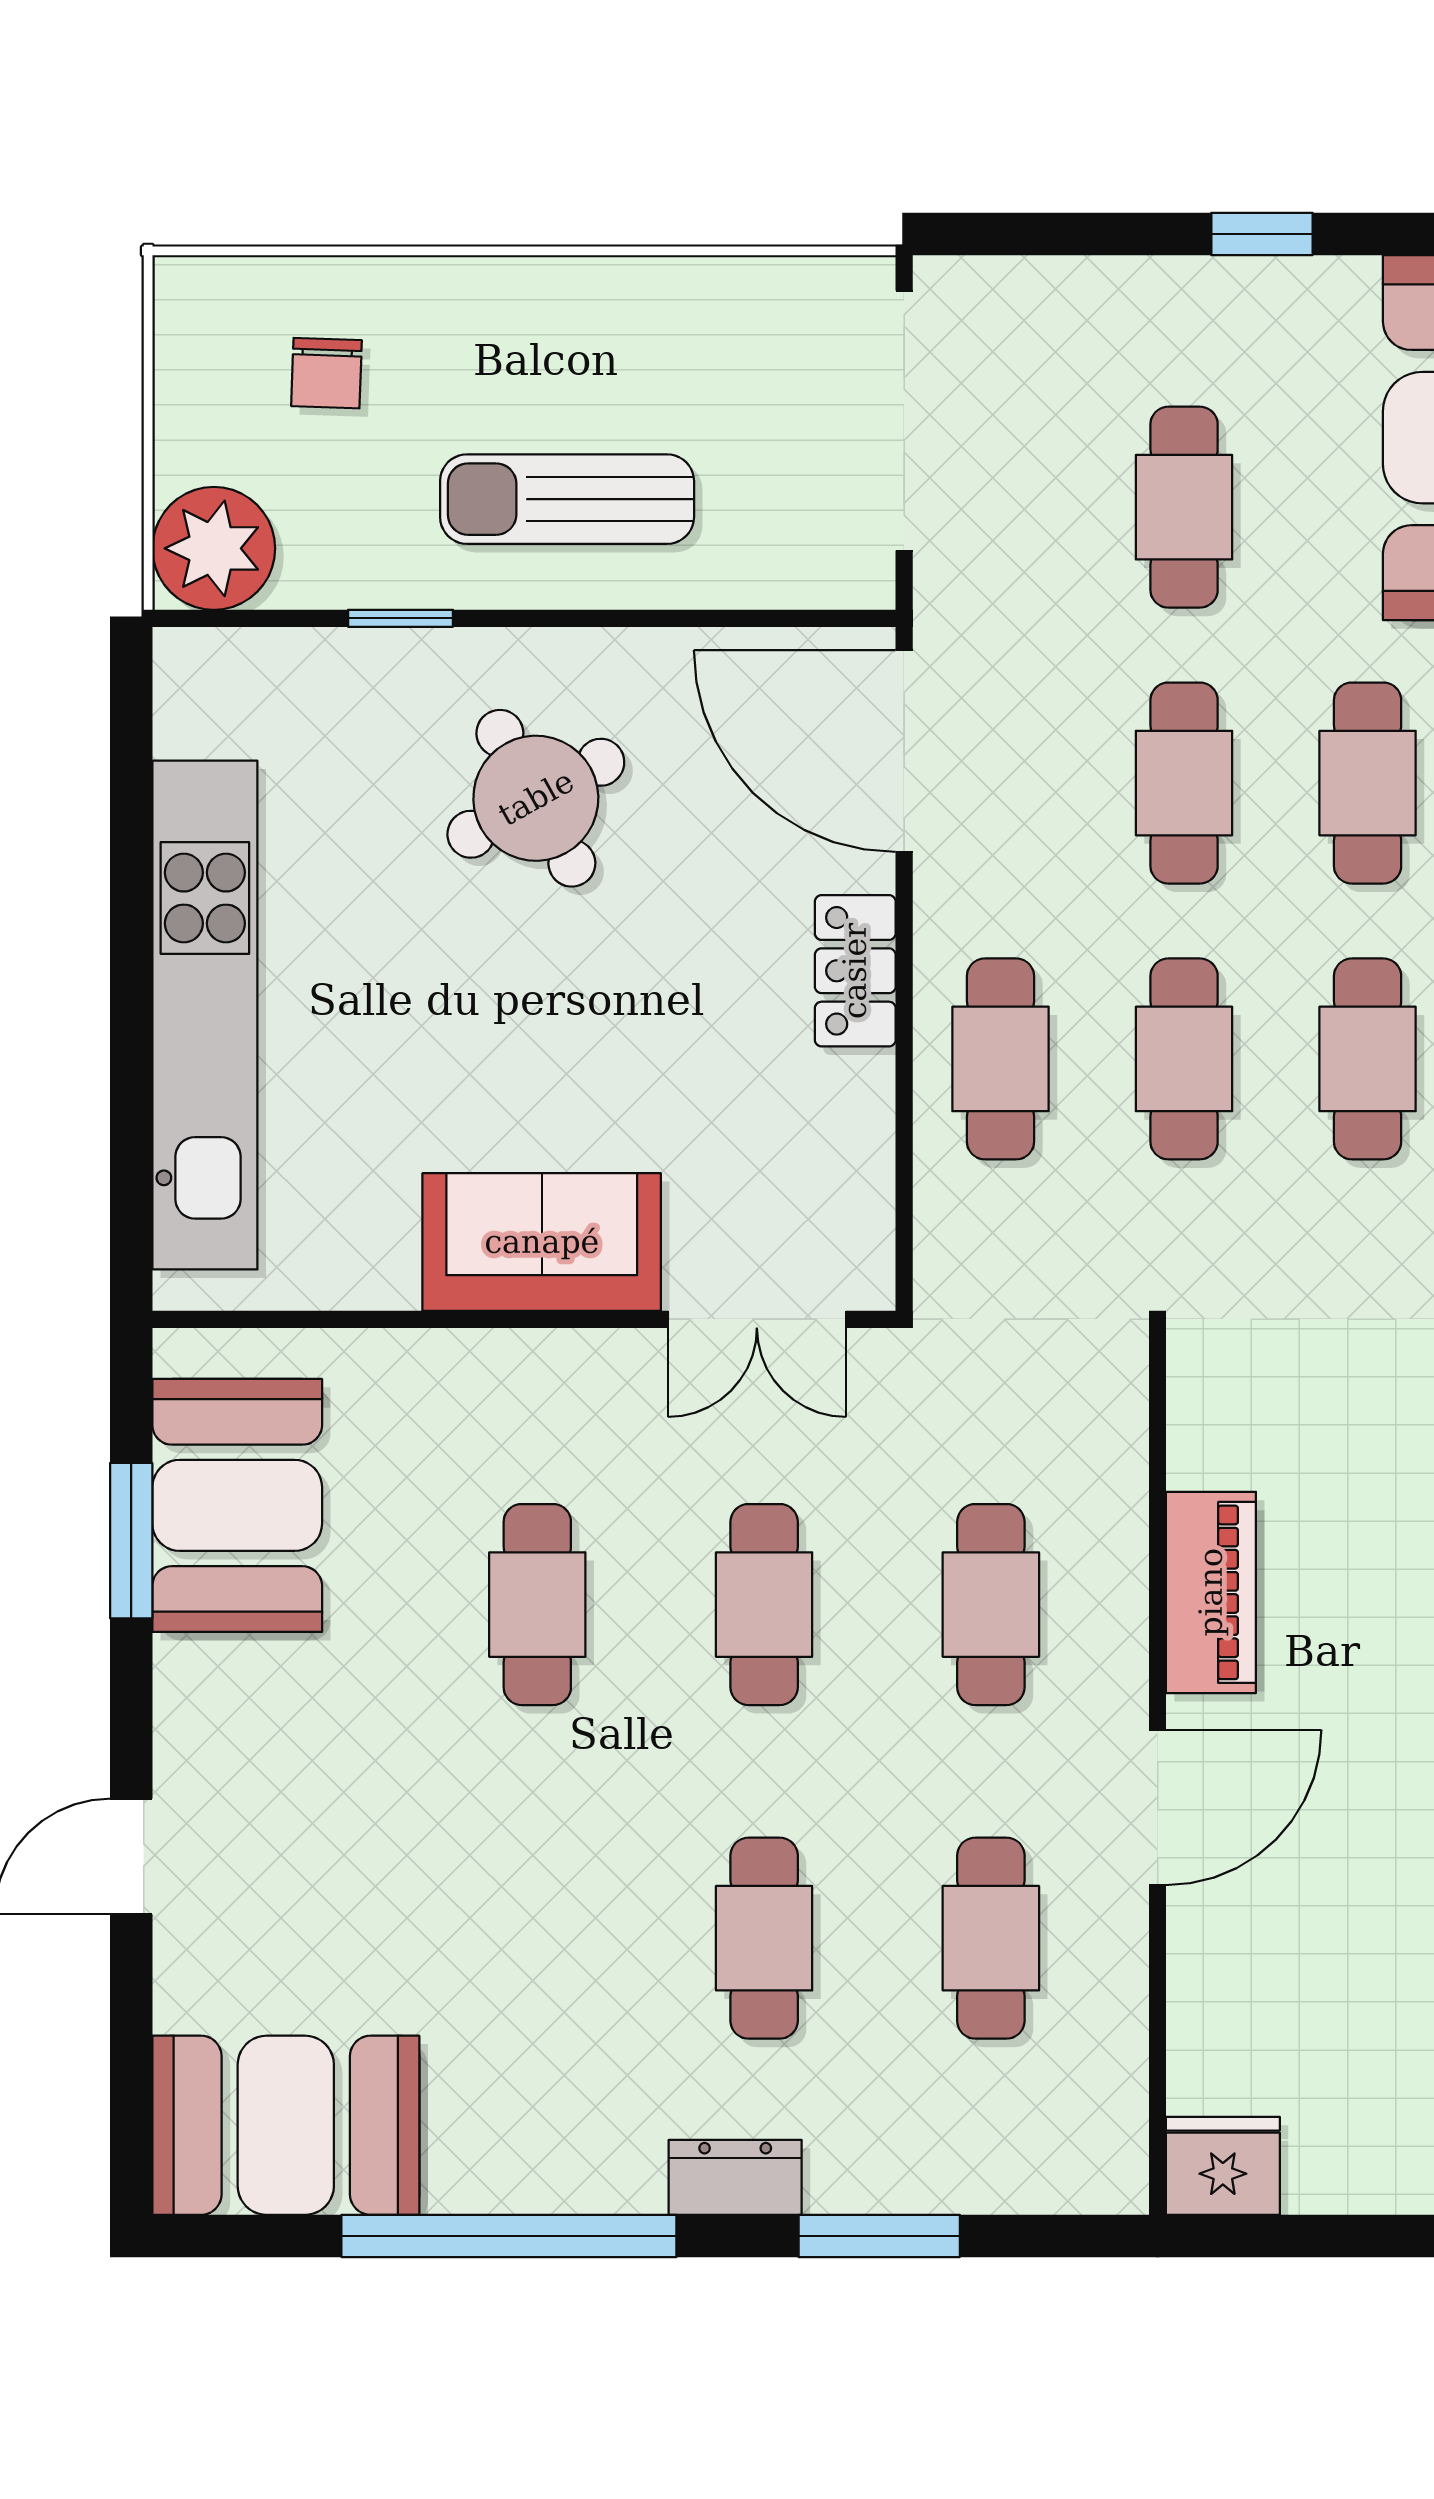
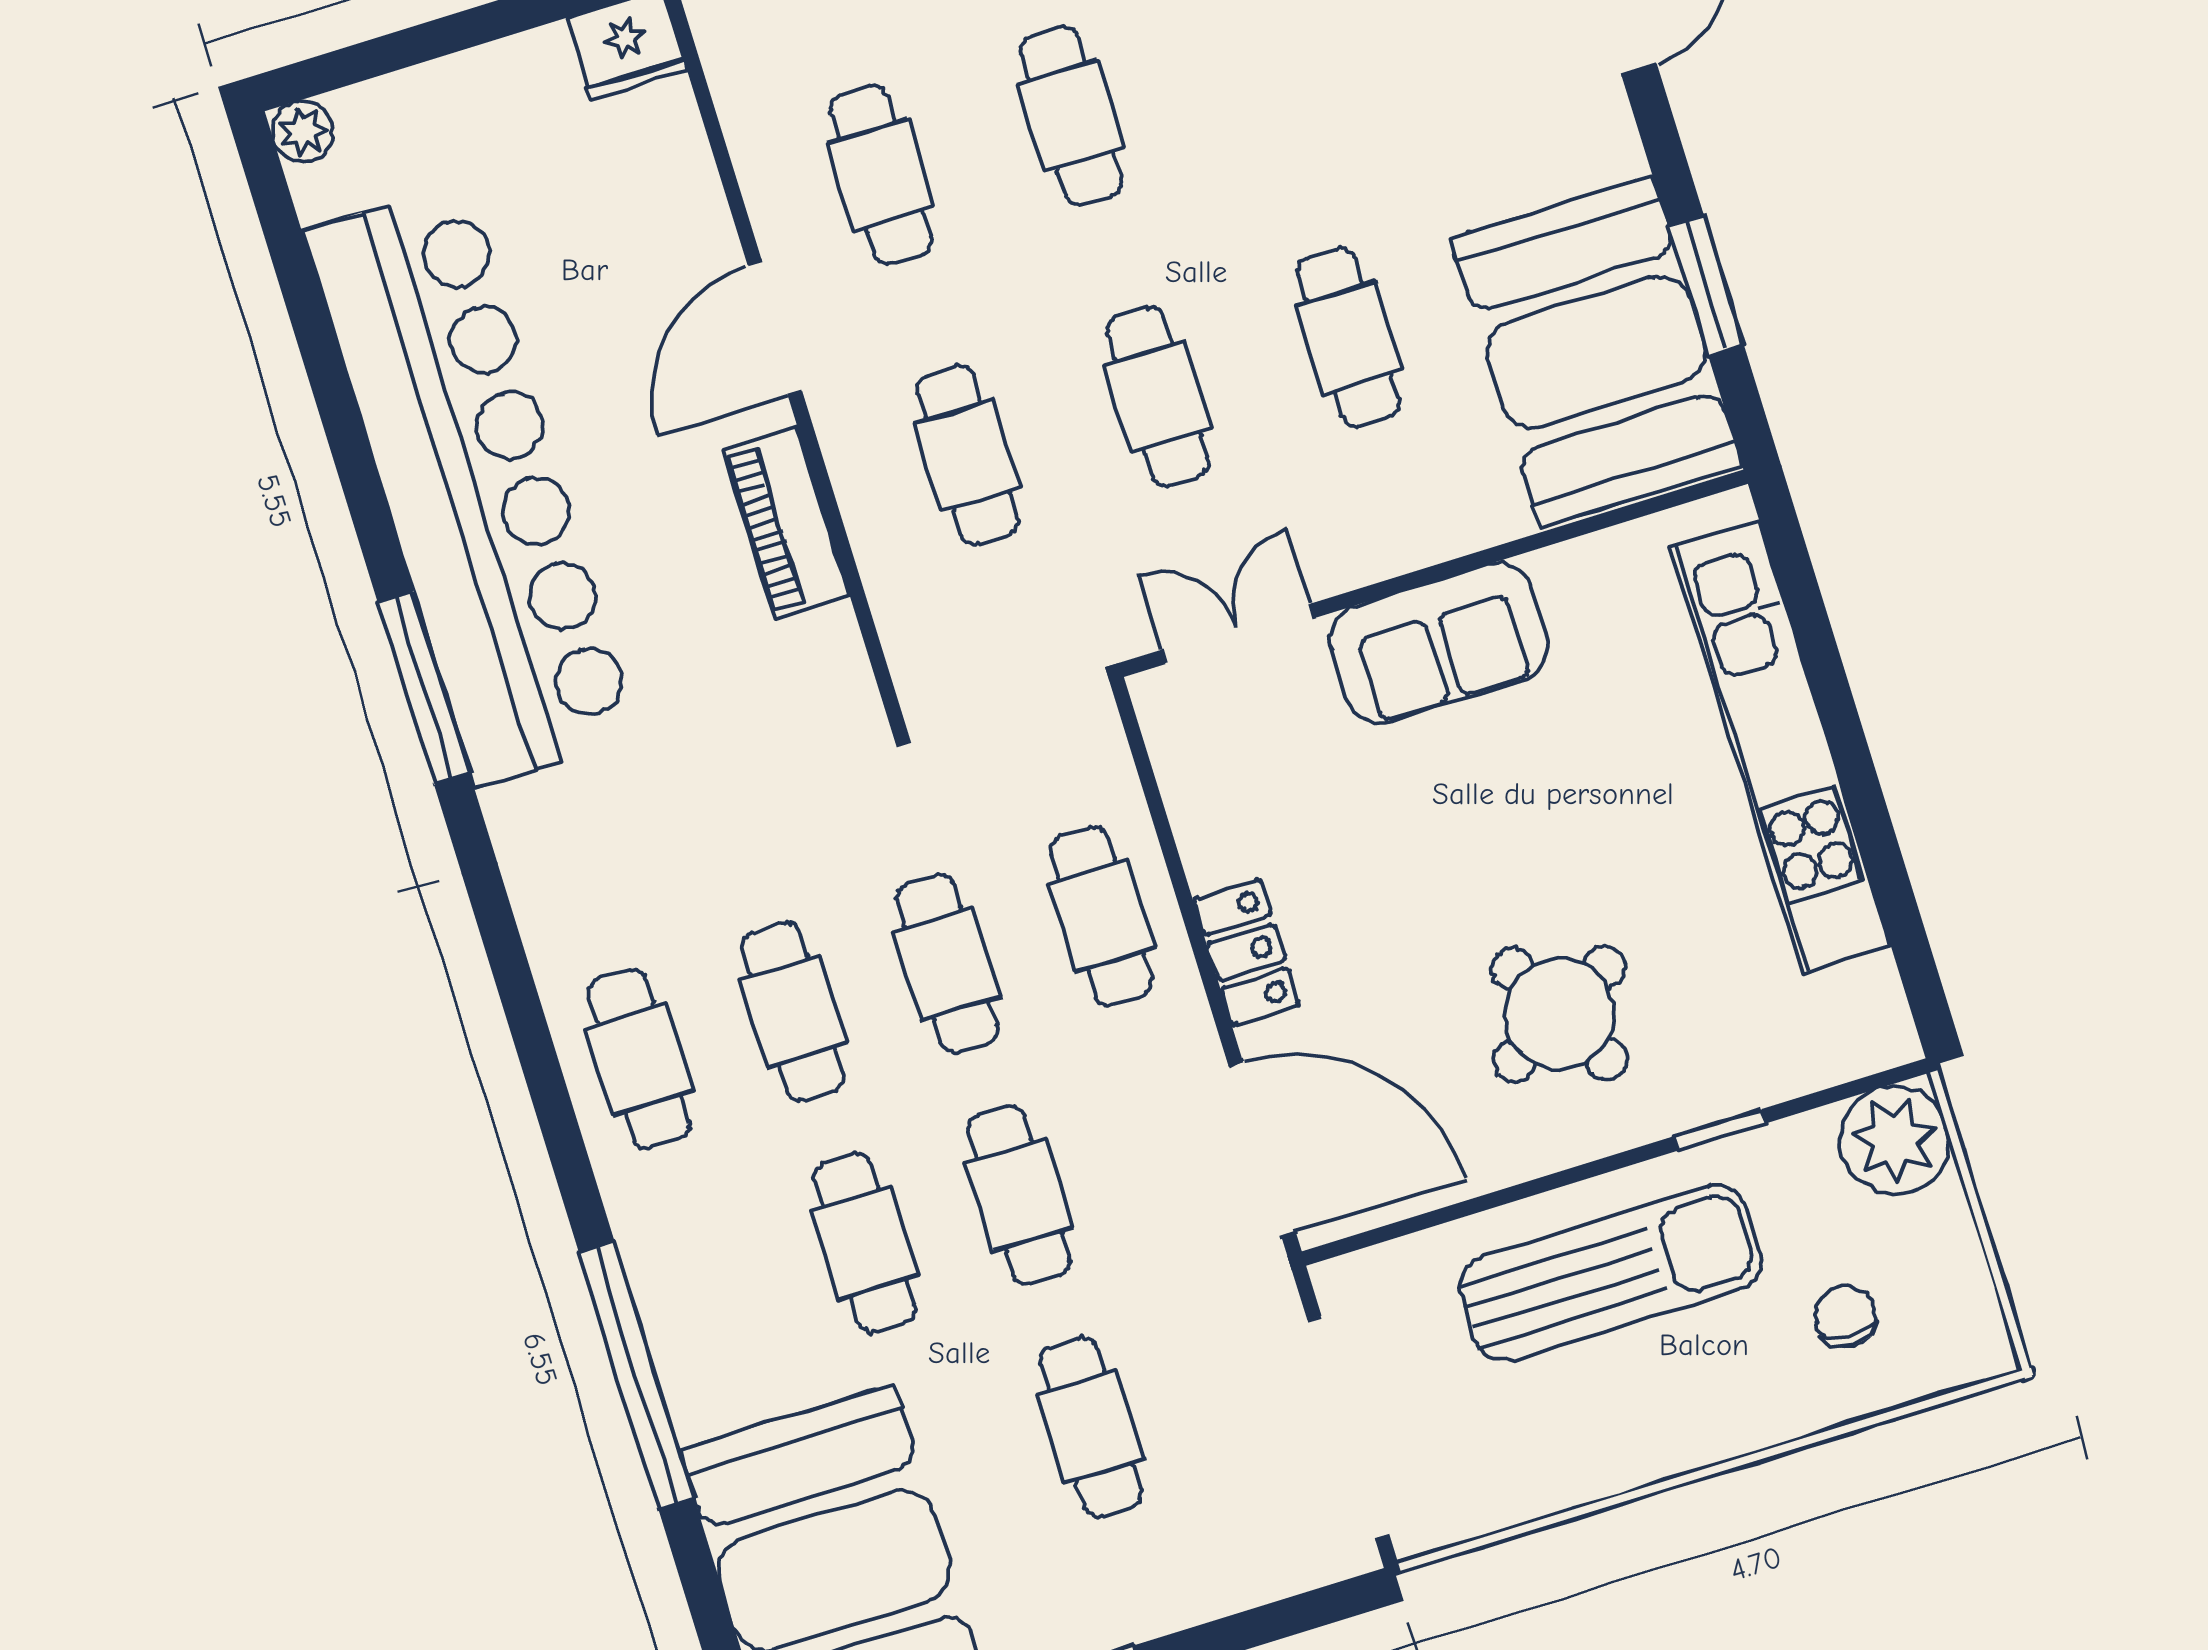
sun lounger: (567, 499) -> (1611, 1273), width x1.36, depth x1.34
booth: (237, 1505) -> (1596, 352), width x1.36, depth x1.42

